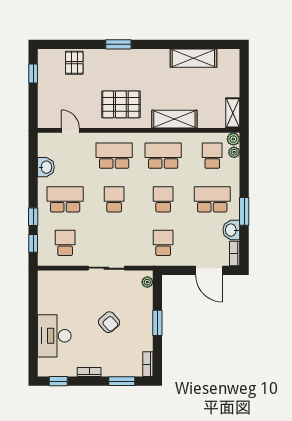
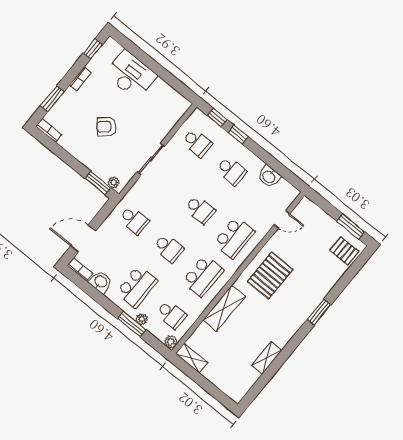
shelving: (193, 58) -> (267, 358), width x0.67, depth x0.75
pallet: (74, 63) -> (344, 251), moved
window: (33, 74) -> (351, 226), width x1.50
plant: (234, 152) -> (142, 319), moved
school desk: (65, 199) -> (231, 171), width x0.54
window: (244, 211) -> (132, 324), moved
window: (157, 323) -> (98, 183), moved

